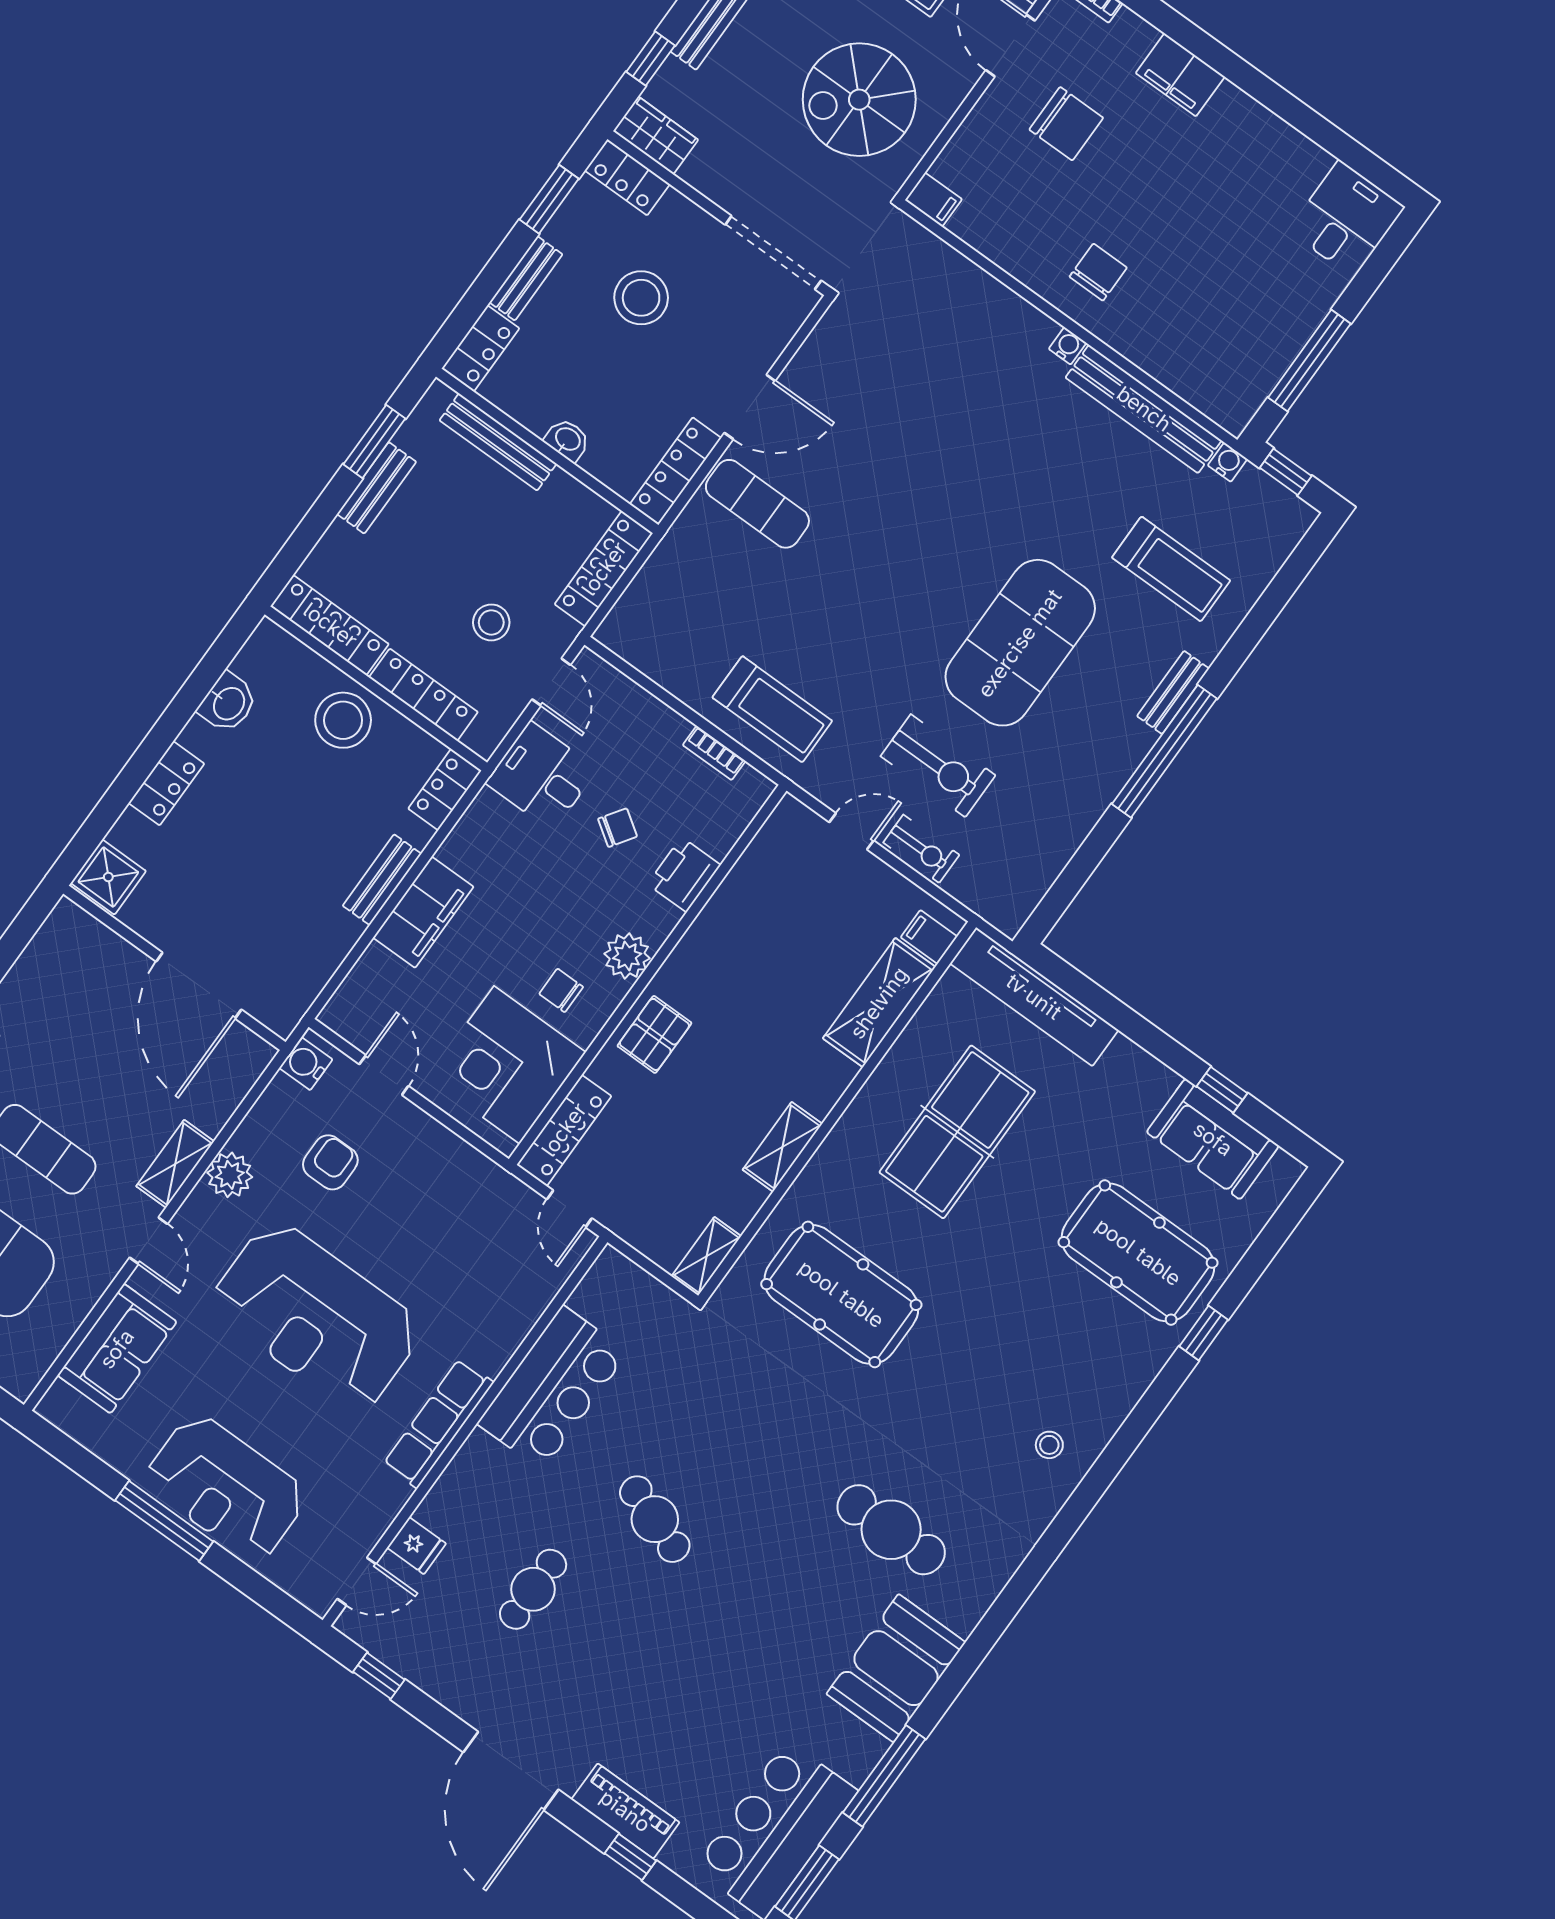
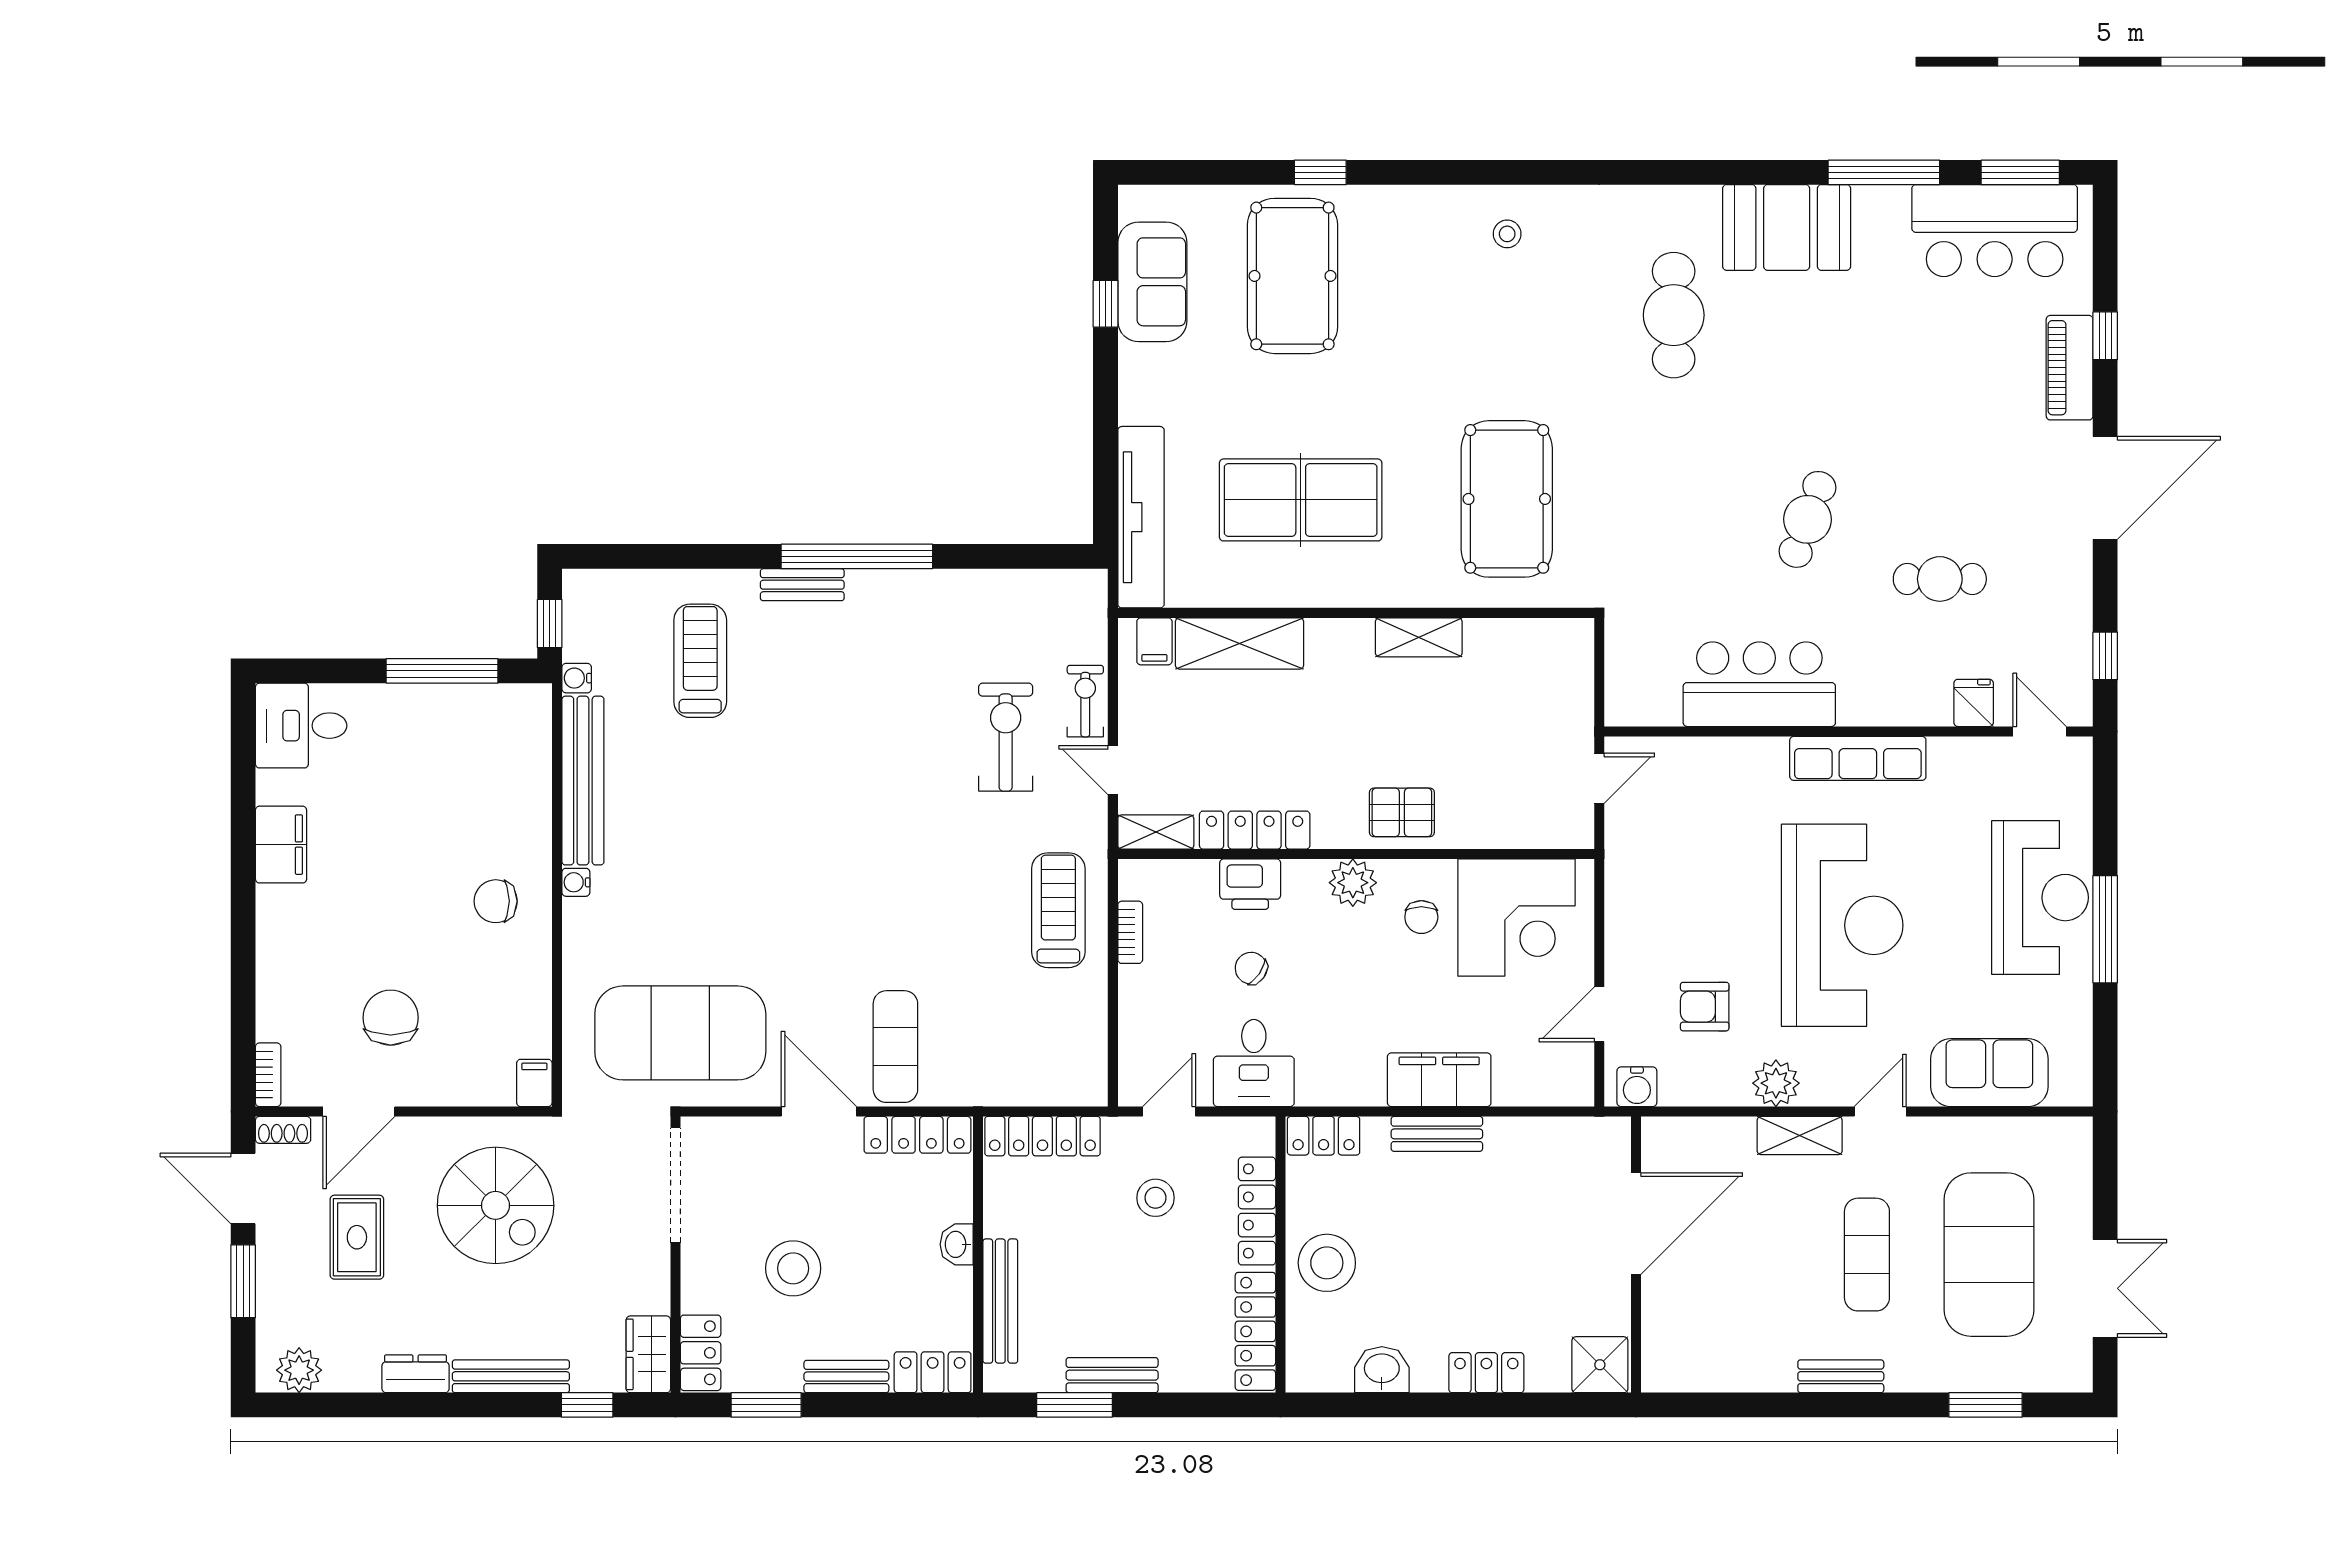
filing cabinet: (1180, 75) -> (281, 845), moved
exercise mat: (1020, 643) -> (680, 1033), moved
locker: (564, 1130) -> (1255, 830), moved
shelving: (706, 1256) -> (1156, 832), moved

